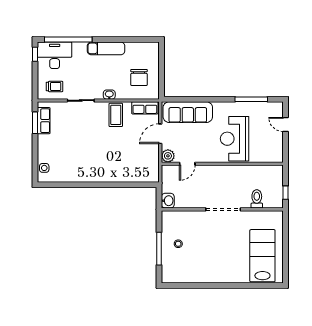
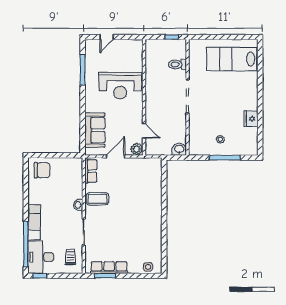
exam couch: (106, 48) -> (34, 222), moved
chair: (139, 77) -> (42, 170), moved
sofa: (188, 112) -> (95, 130), width x0.73
row of seats: (44, 121) -> (109, 268), width x1.48
door: (160, 134) -> (115, 156), swing flipped
fridge: (200, 276) -> (251, 119), added

